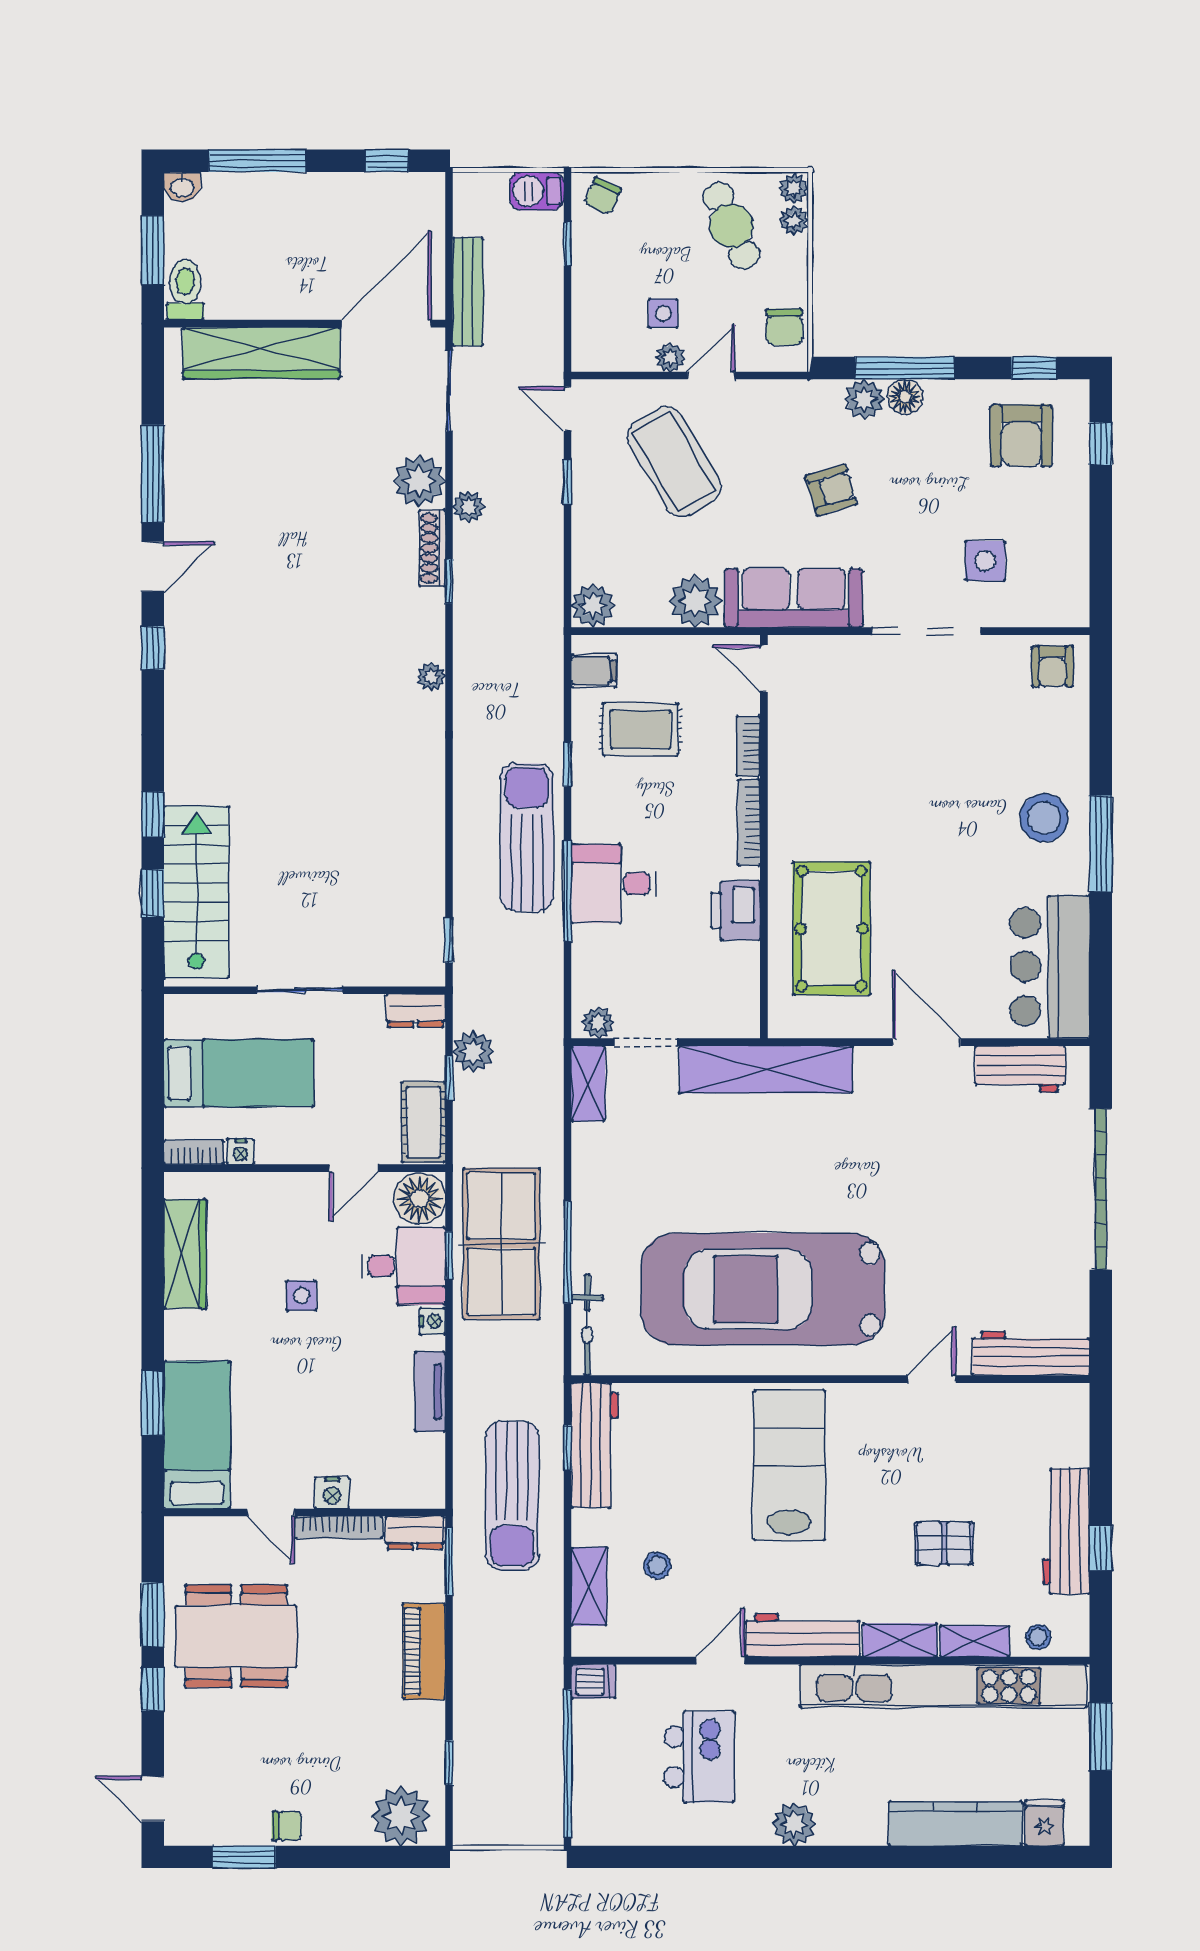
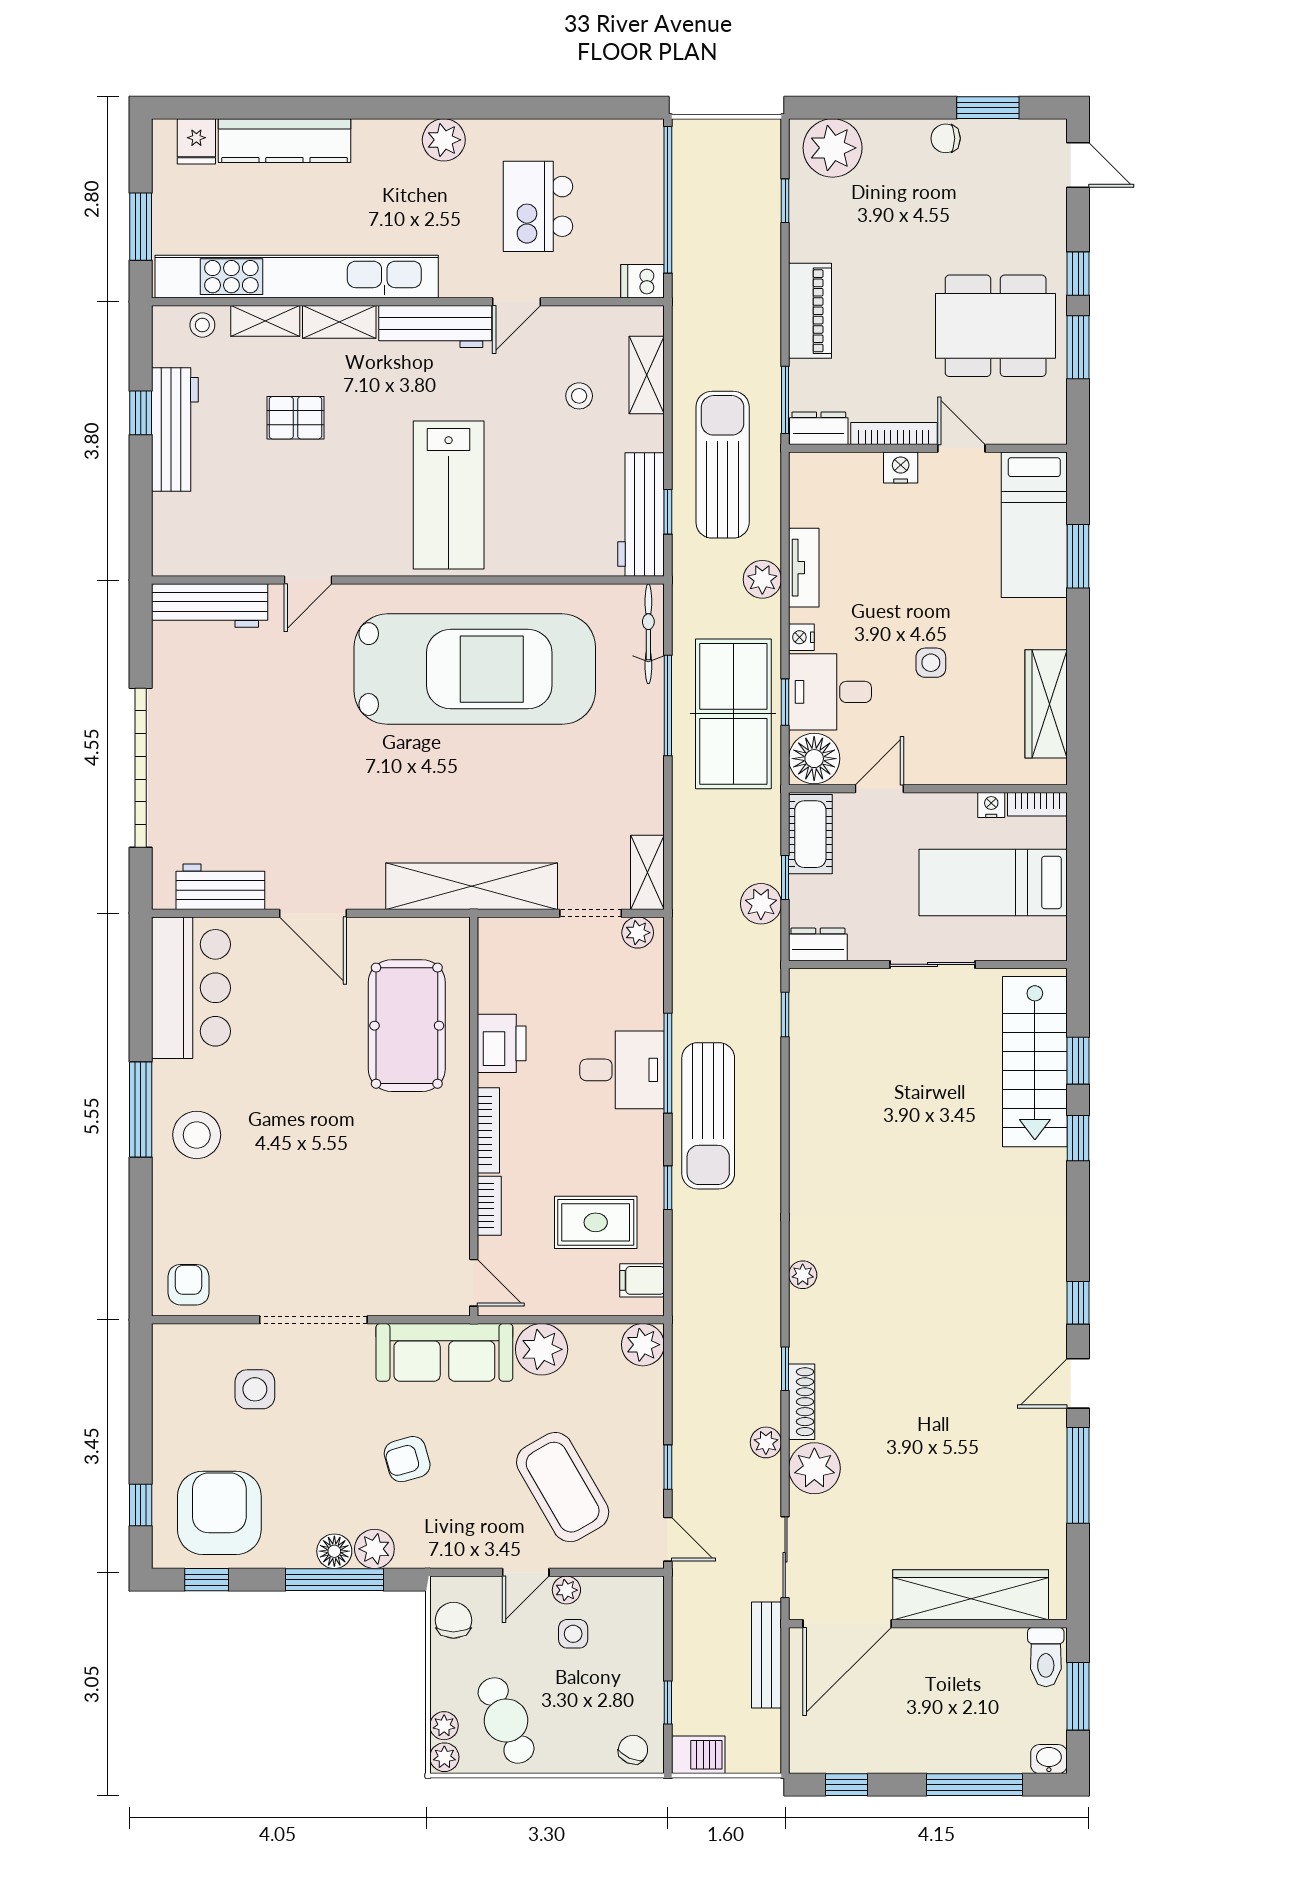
armchair: (1021, 436) -> (219, 1513), width x1.36, depth x1.36
plant: (472, 1380) -> (762, 579), added

